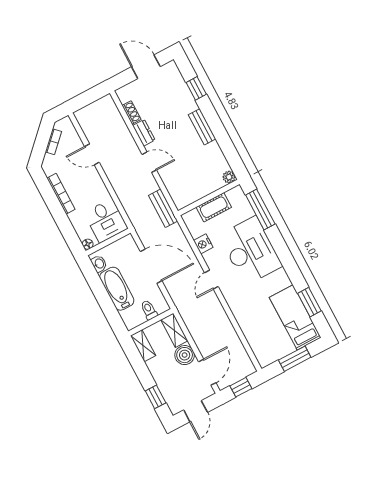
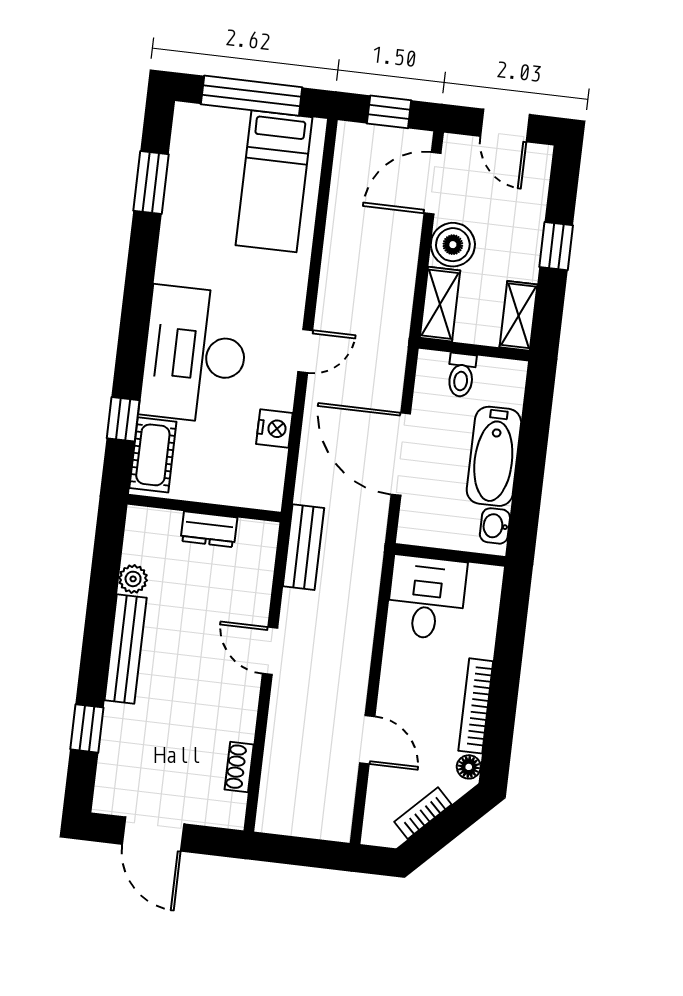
bench: (202, 127) -> (126, 649), width x1.36
dresser: (144, 133) -> (209, 529), moved, turned -90
plant: (229, 177) -> (133, 579), moved
cot: (214, 207) -> (153, 455), moved, turned 90
window: (260, 209) -> (123, 419), width x0.46
floor lamp: (88, 244) -> (469, 767), moved
bed: (295, 317) -> (274, 181), moved
window: (295, 359) -> (252, 96), width x1.44
window: (156, 397) -> (556, 246), moved
door: (196, 411) -> (505, 125), swing flipped

